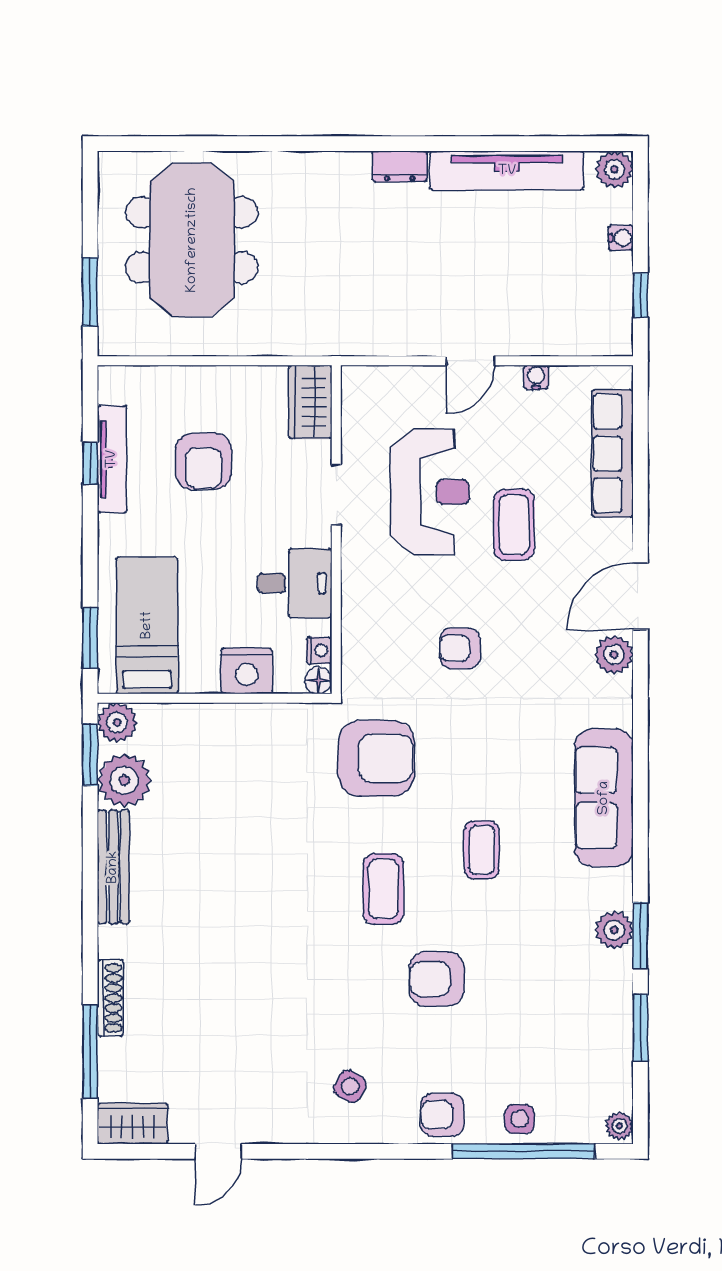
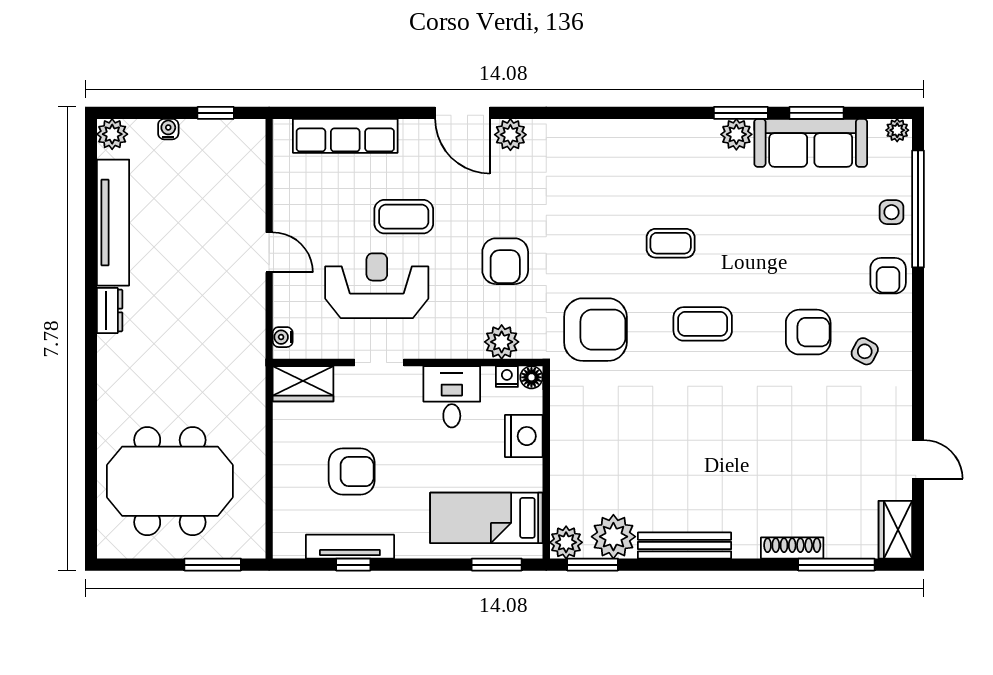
water cooler: (536, 377) -> (283, 337), moved
plant: (361, 644) -> (502, 342), added
armchair: (460, 648) -> (505, 261), width x1.38, depth x1.38
armchair: (376, 758) -> (595, 330), turned 90
sofa: (604, 798) -> (811, 143), moved
armchair: (437, 979) -> (808, 332), moved, turned -90

